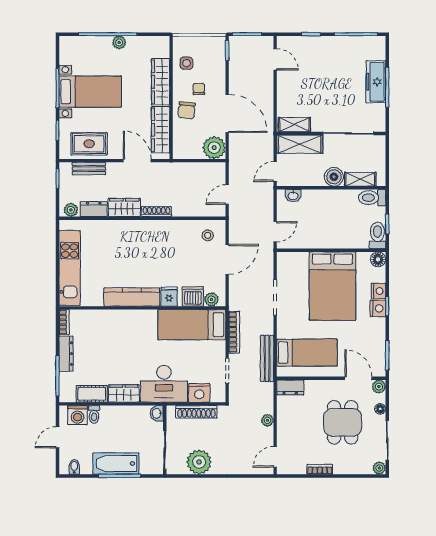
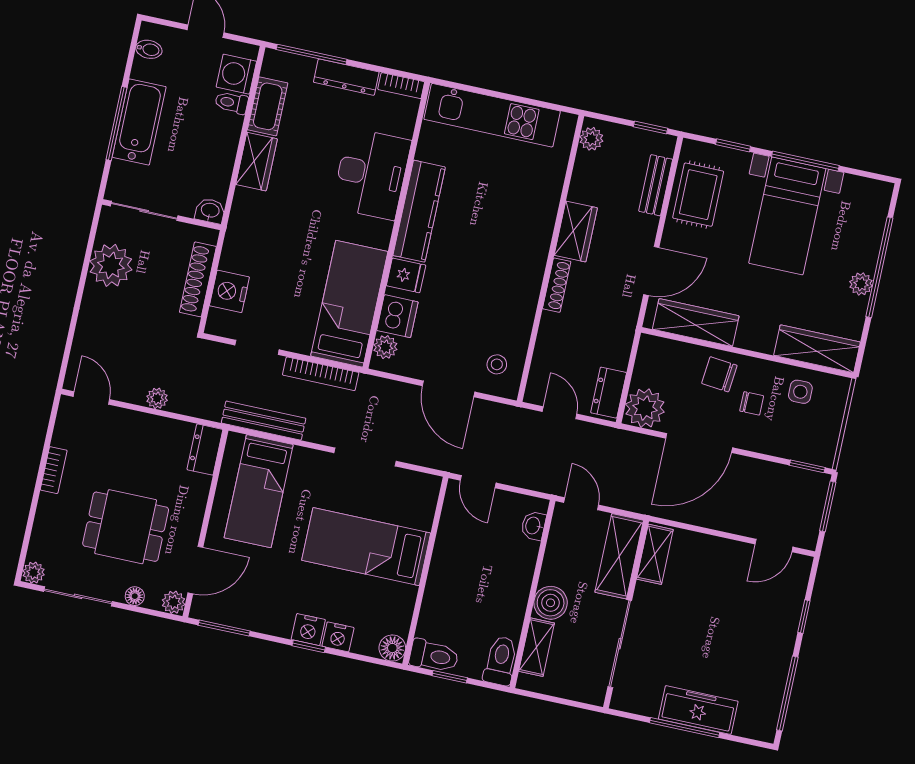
wardrobe: (161, 82) -> (817, 349), moved
dresser: (94, 209) -> (609, 393), moved, turned 180
bed: (333, 286) -> (366, 547), width x0.67
desk: (164, 384) -> (371, 174), moved, turned 180

